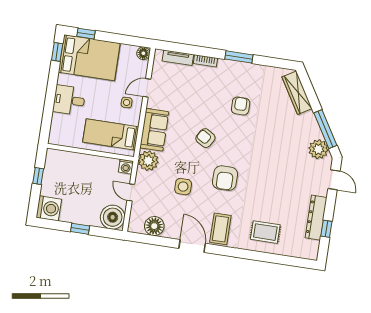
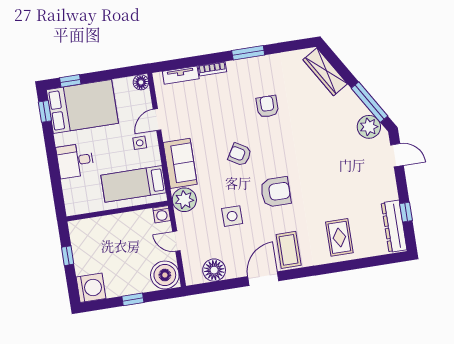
armchair: (225, 178) -> (276, 192), turned -90
dresser: (316, 218) -> (394, 226), moved
rug: (265, 232) -> (339, 237), turned 90
door: (192, 246) -> (263, 279), hinge flipped

